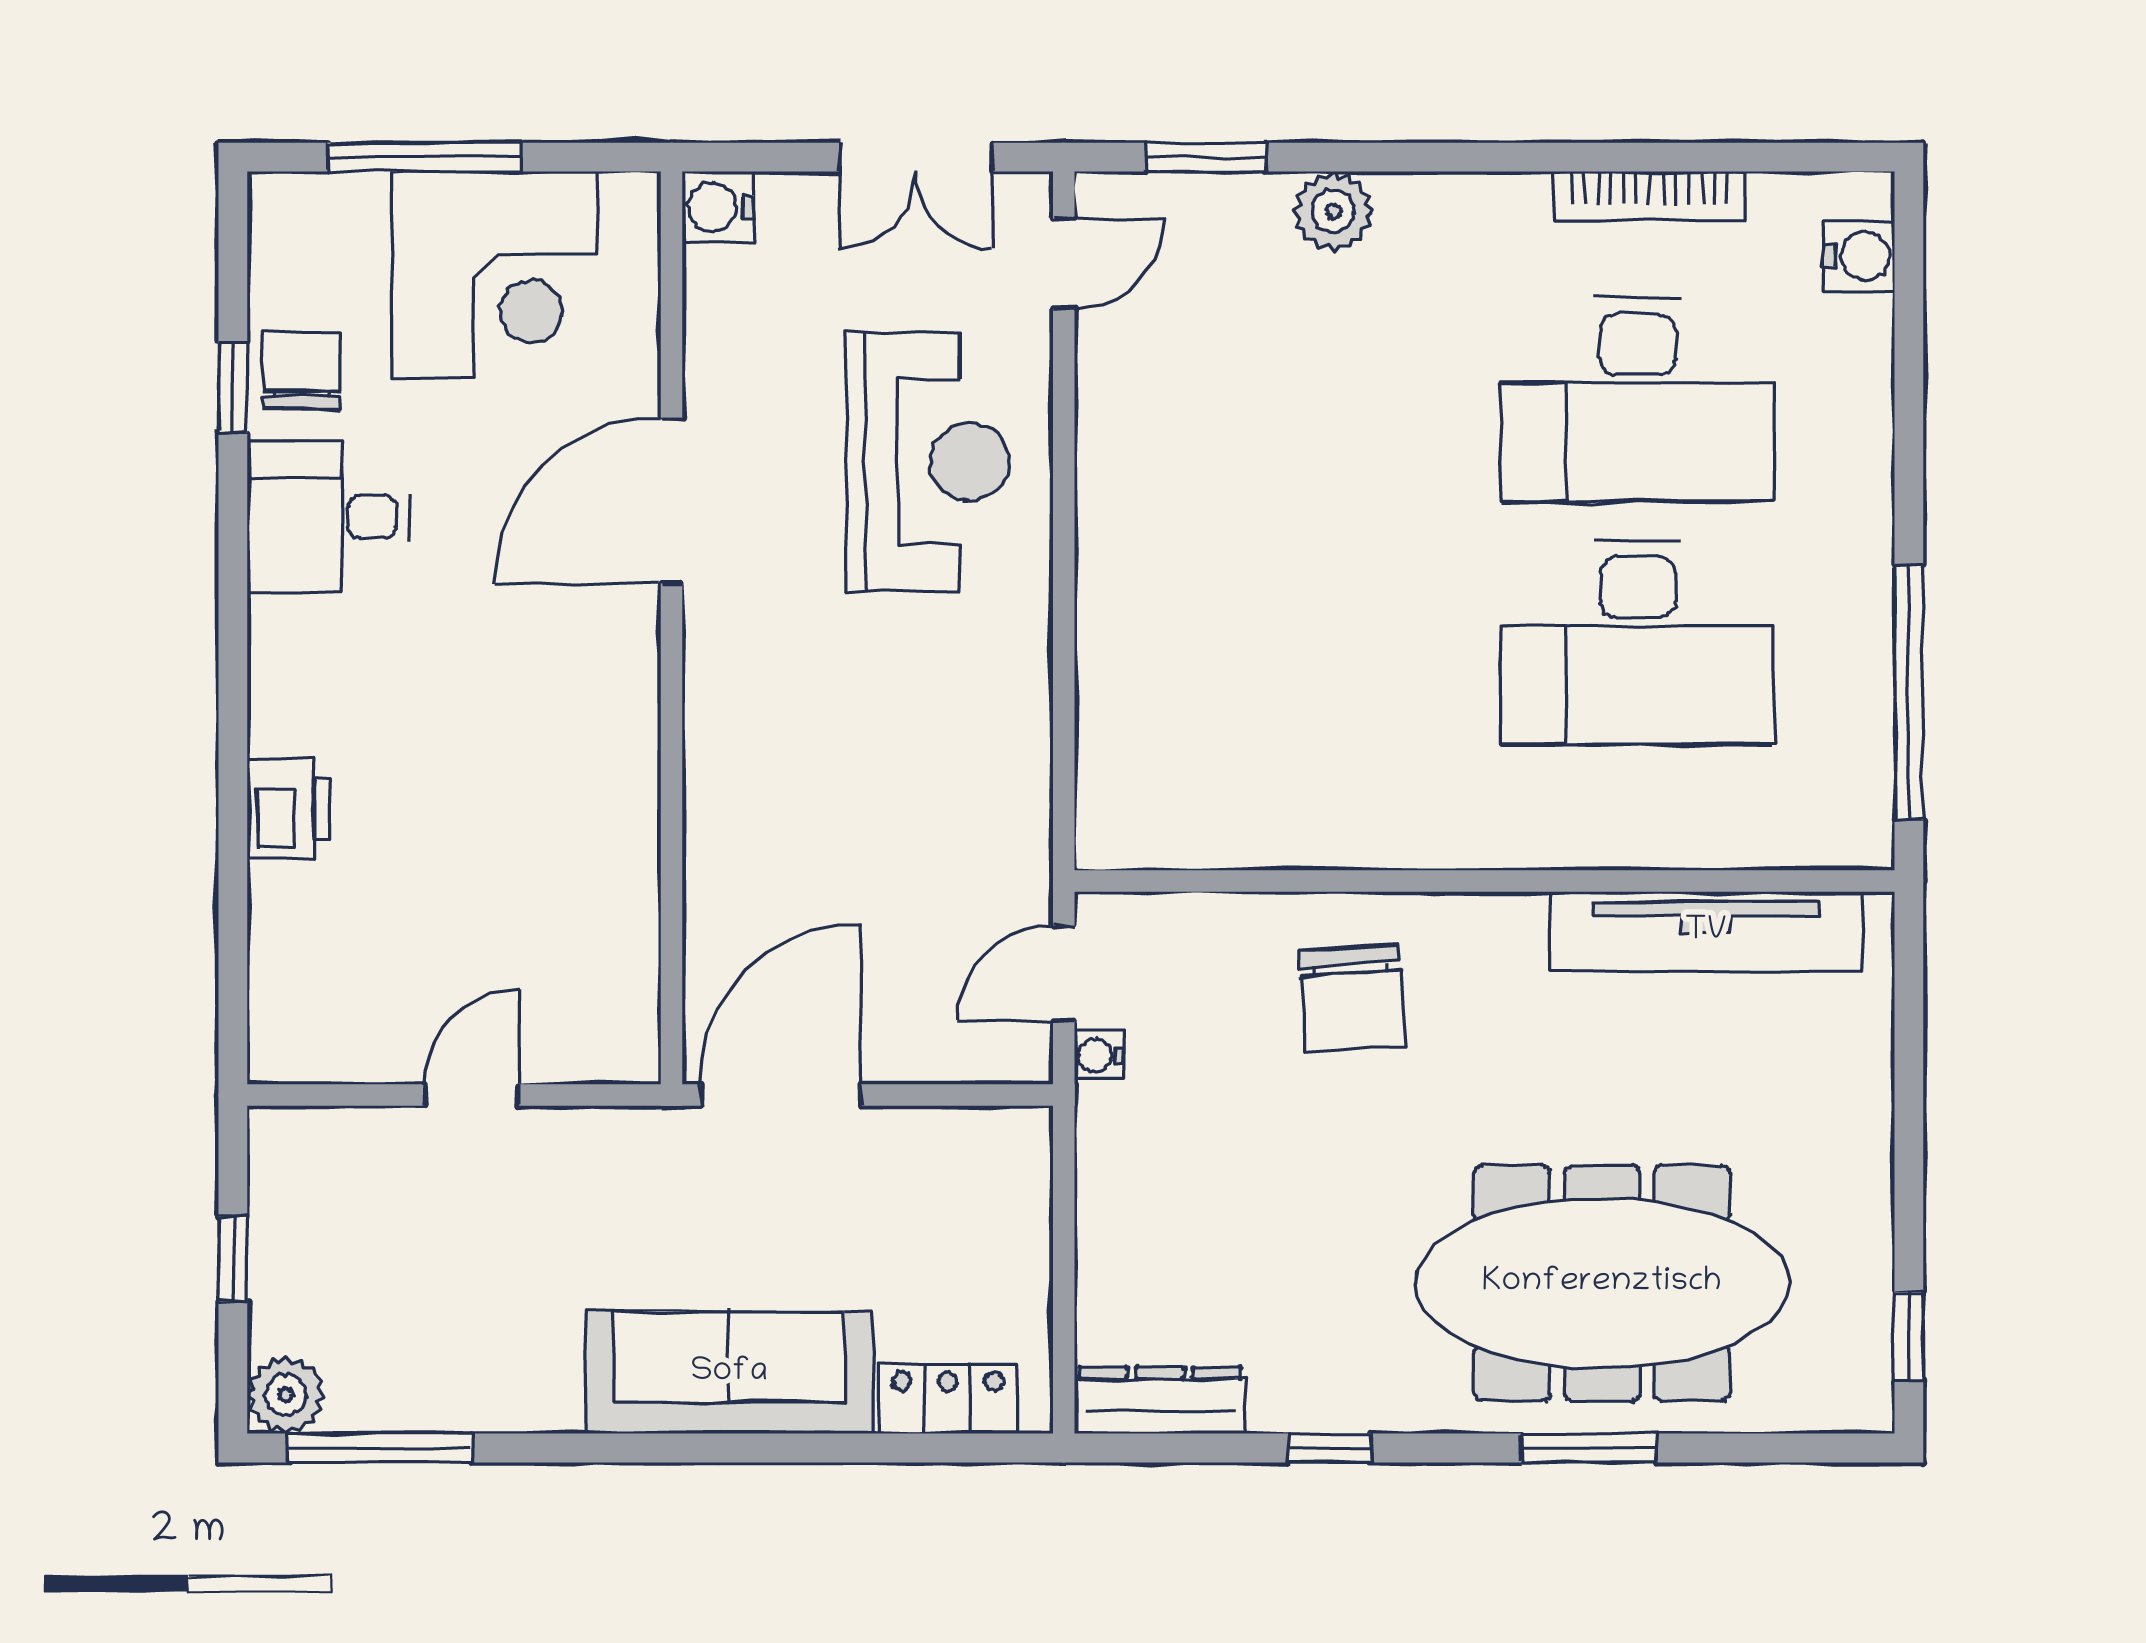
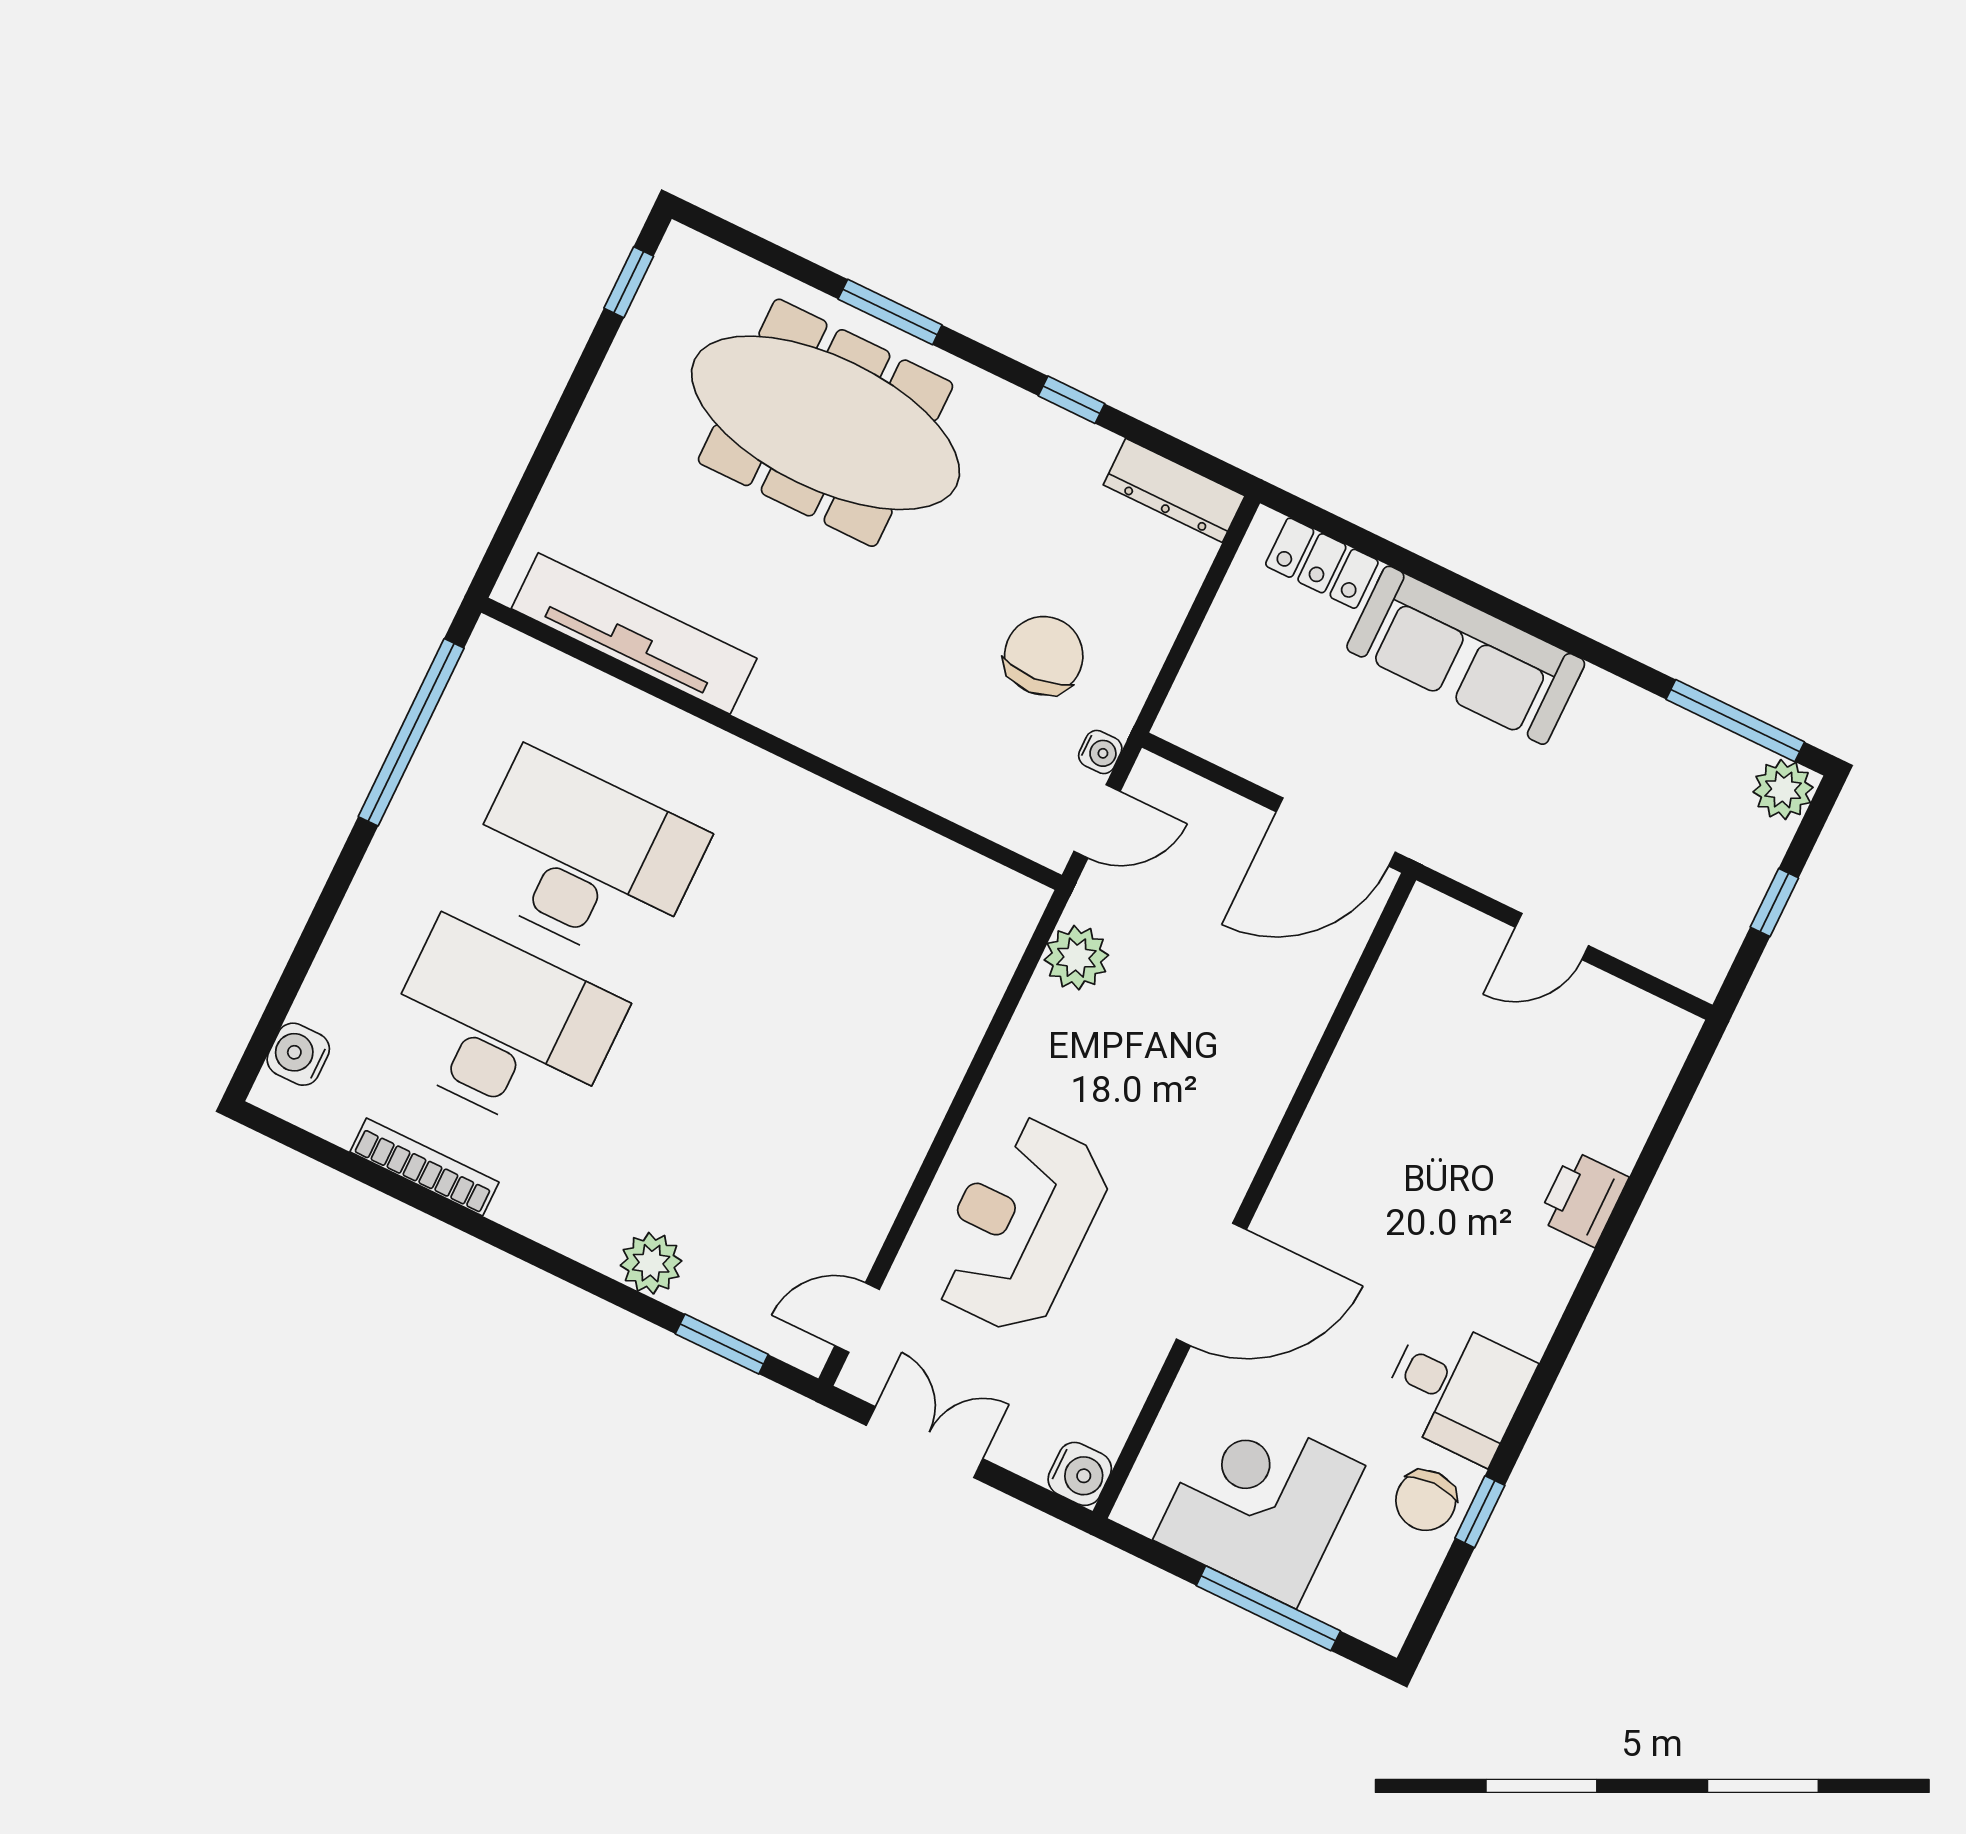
plant: (1011, 804) -> (1076, 958), added
chair: (1352, 999) -> (1044, 656), moved

